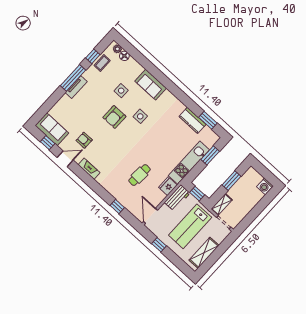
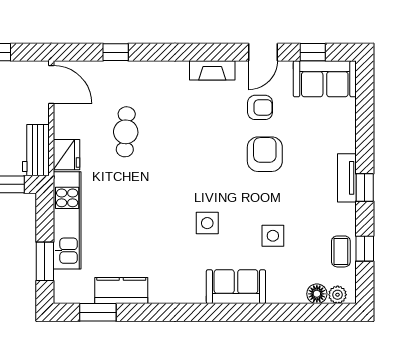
window: (73, 78) -> (365, 188), width x0.46
armchair: (114, 117) -> (265, 154), moved

